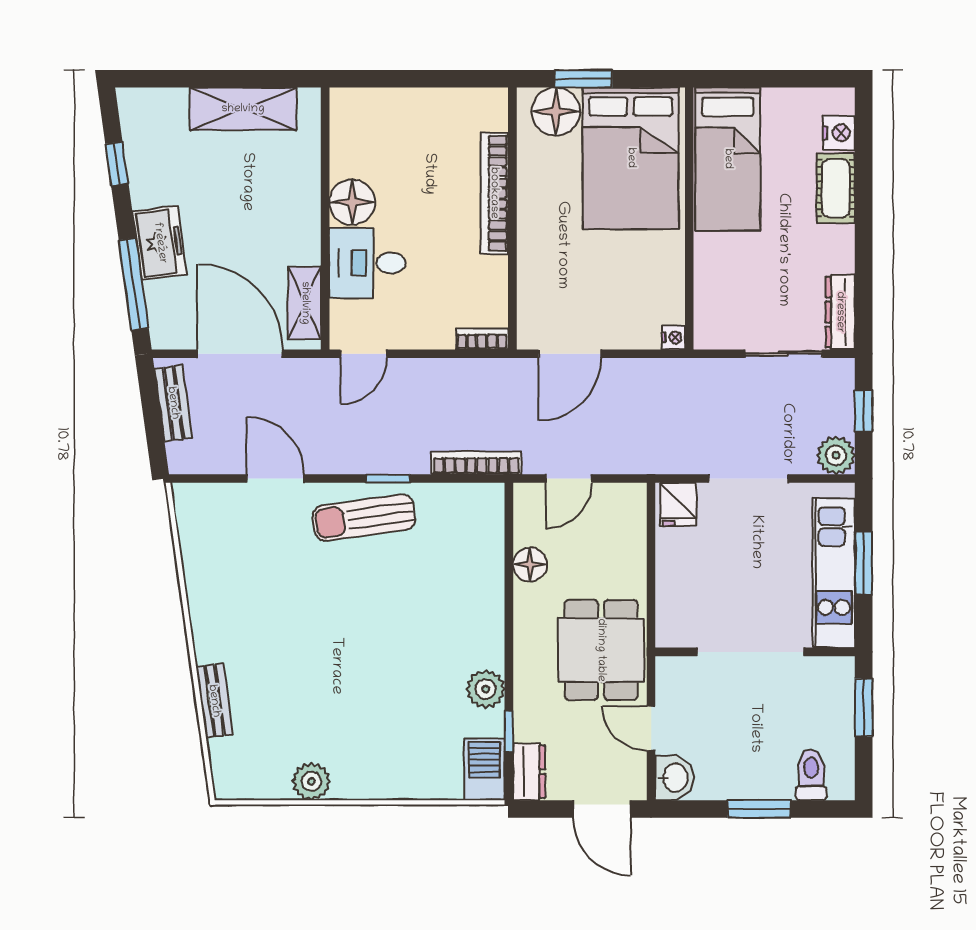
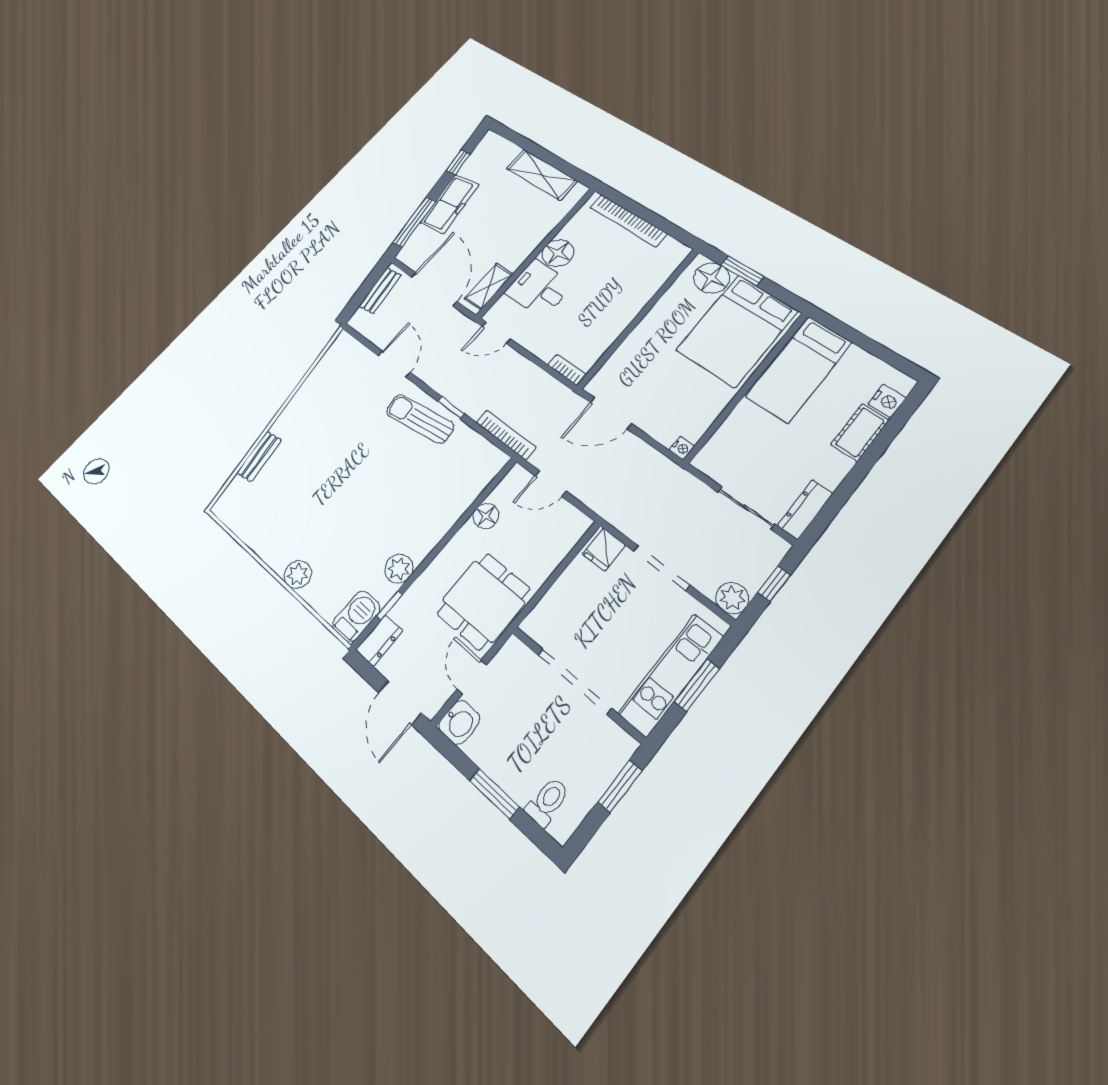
bookcase: (494, 193) -> (628, 221), moved, turned -90
freezer: (160, 243) -> (450, 204), width x1.40
plant: (311, 781) -> (298, 575), moved

